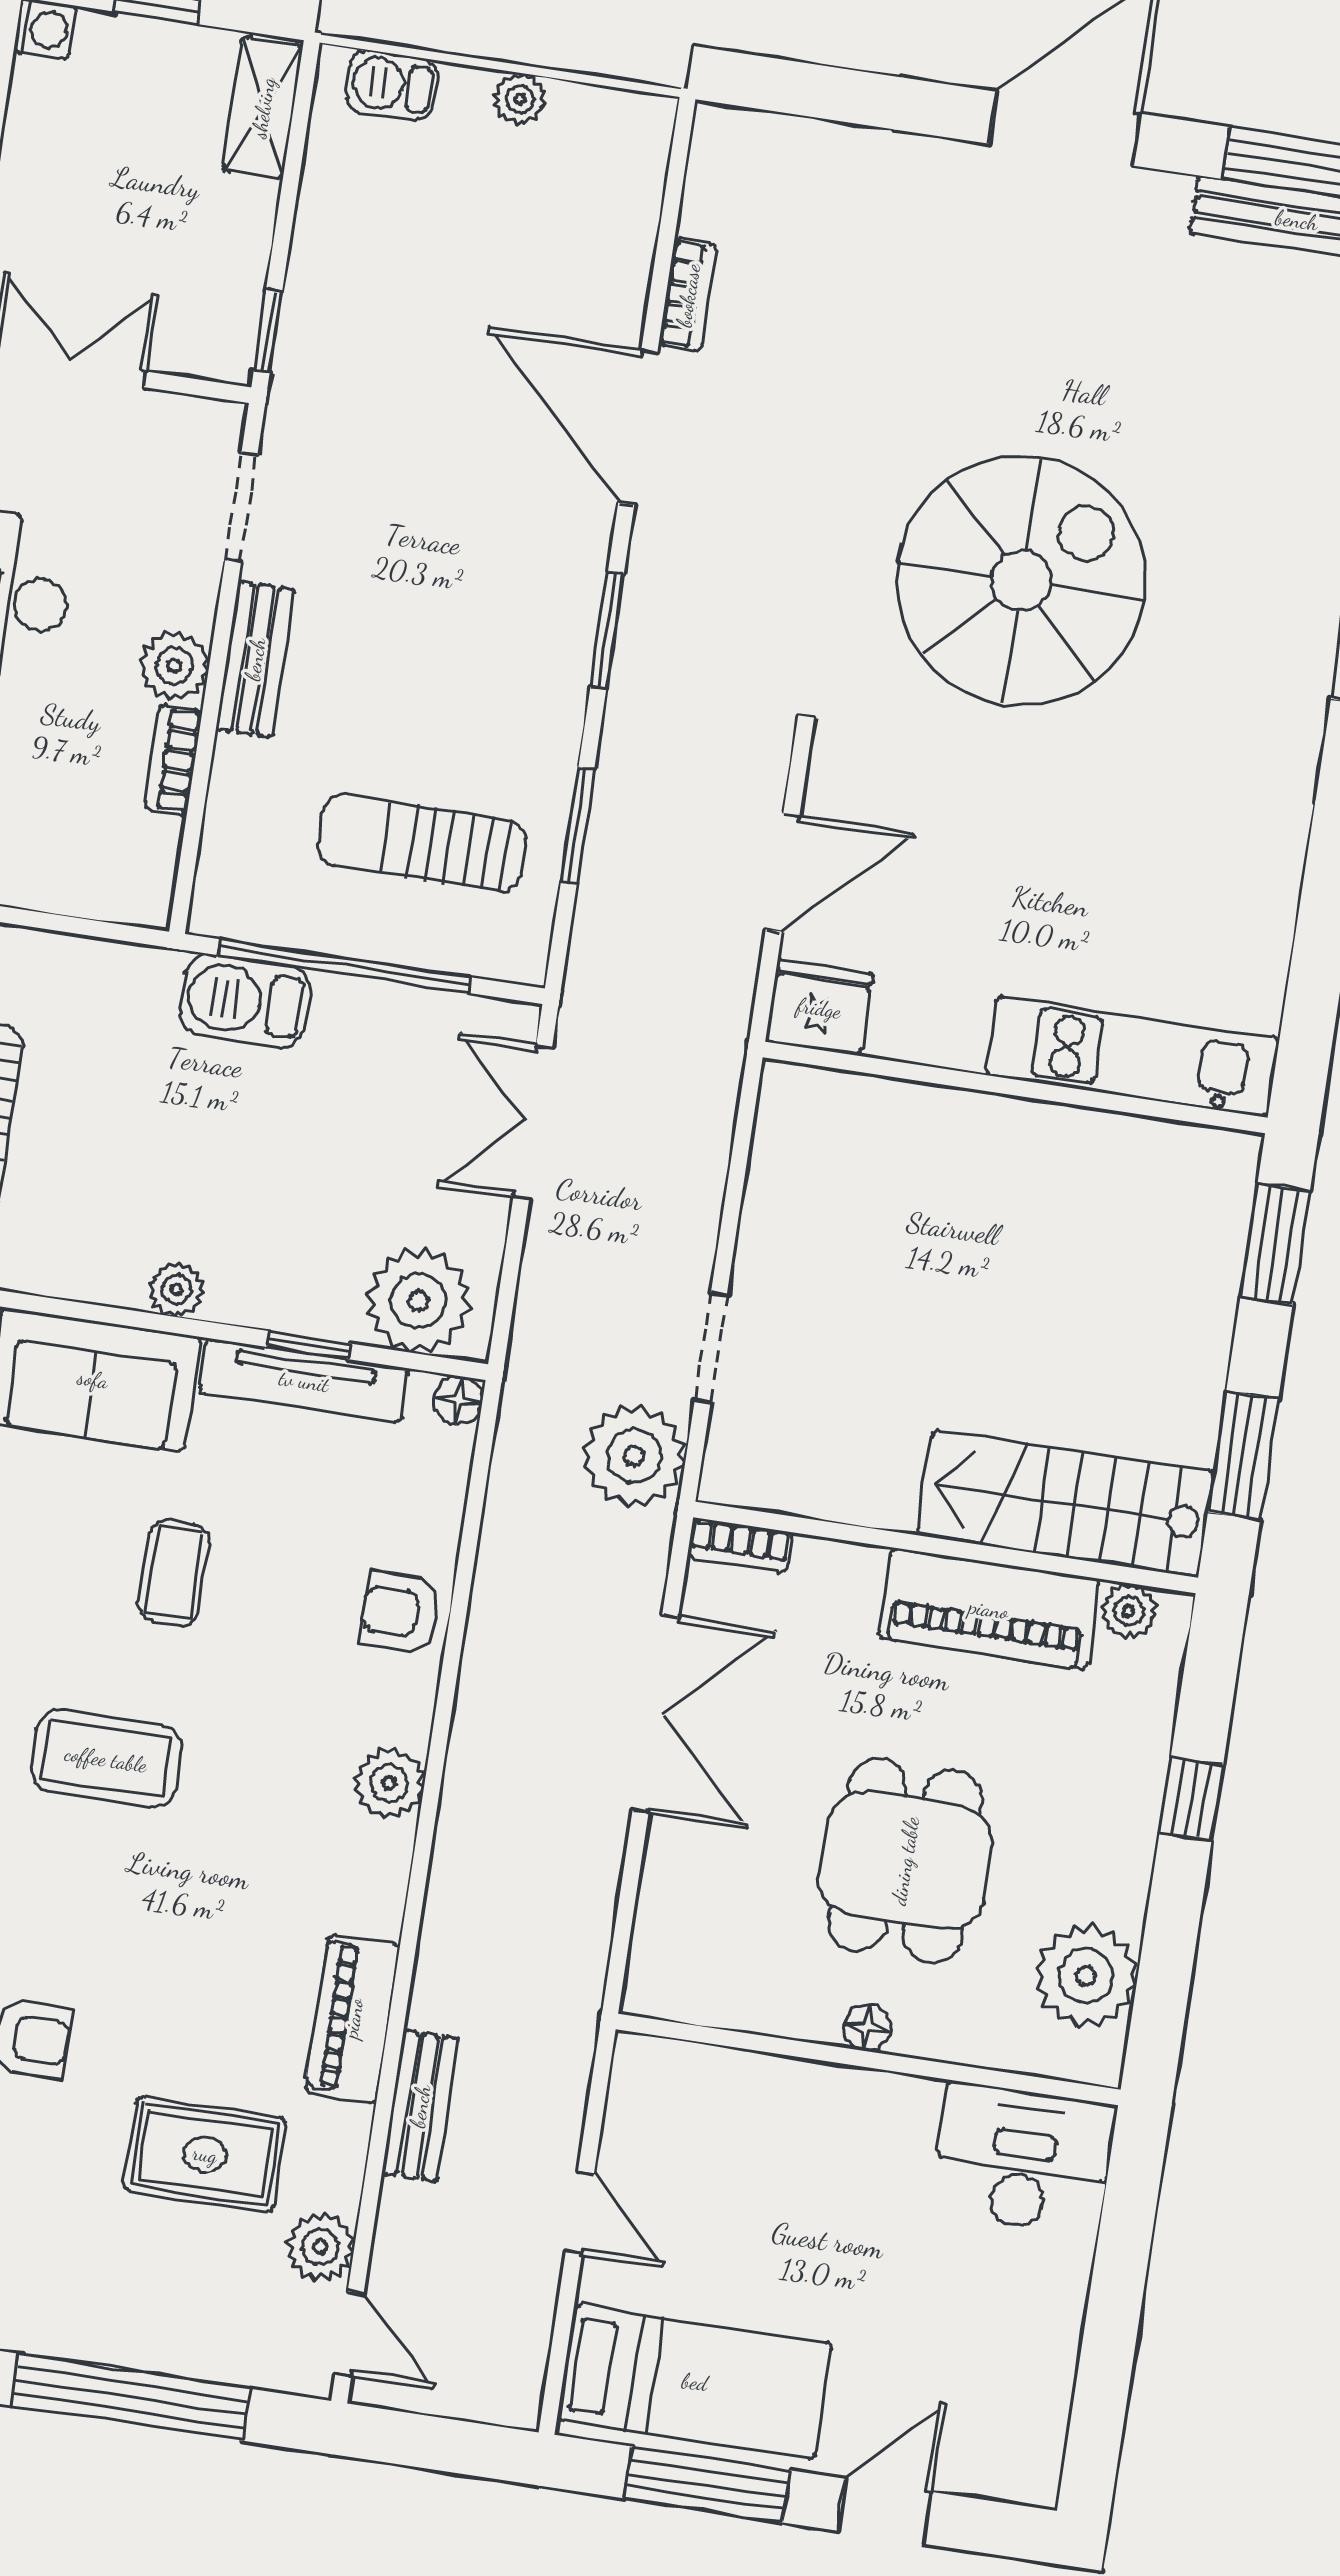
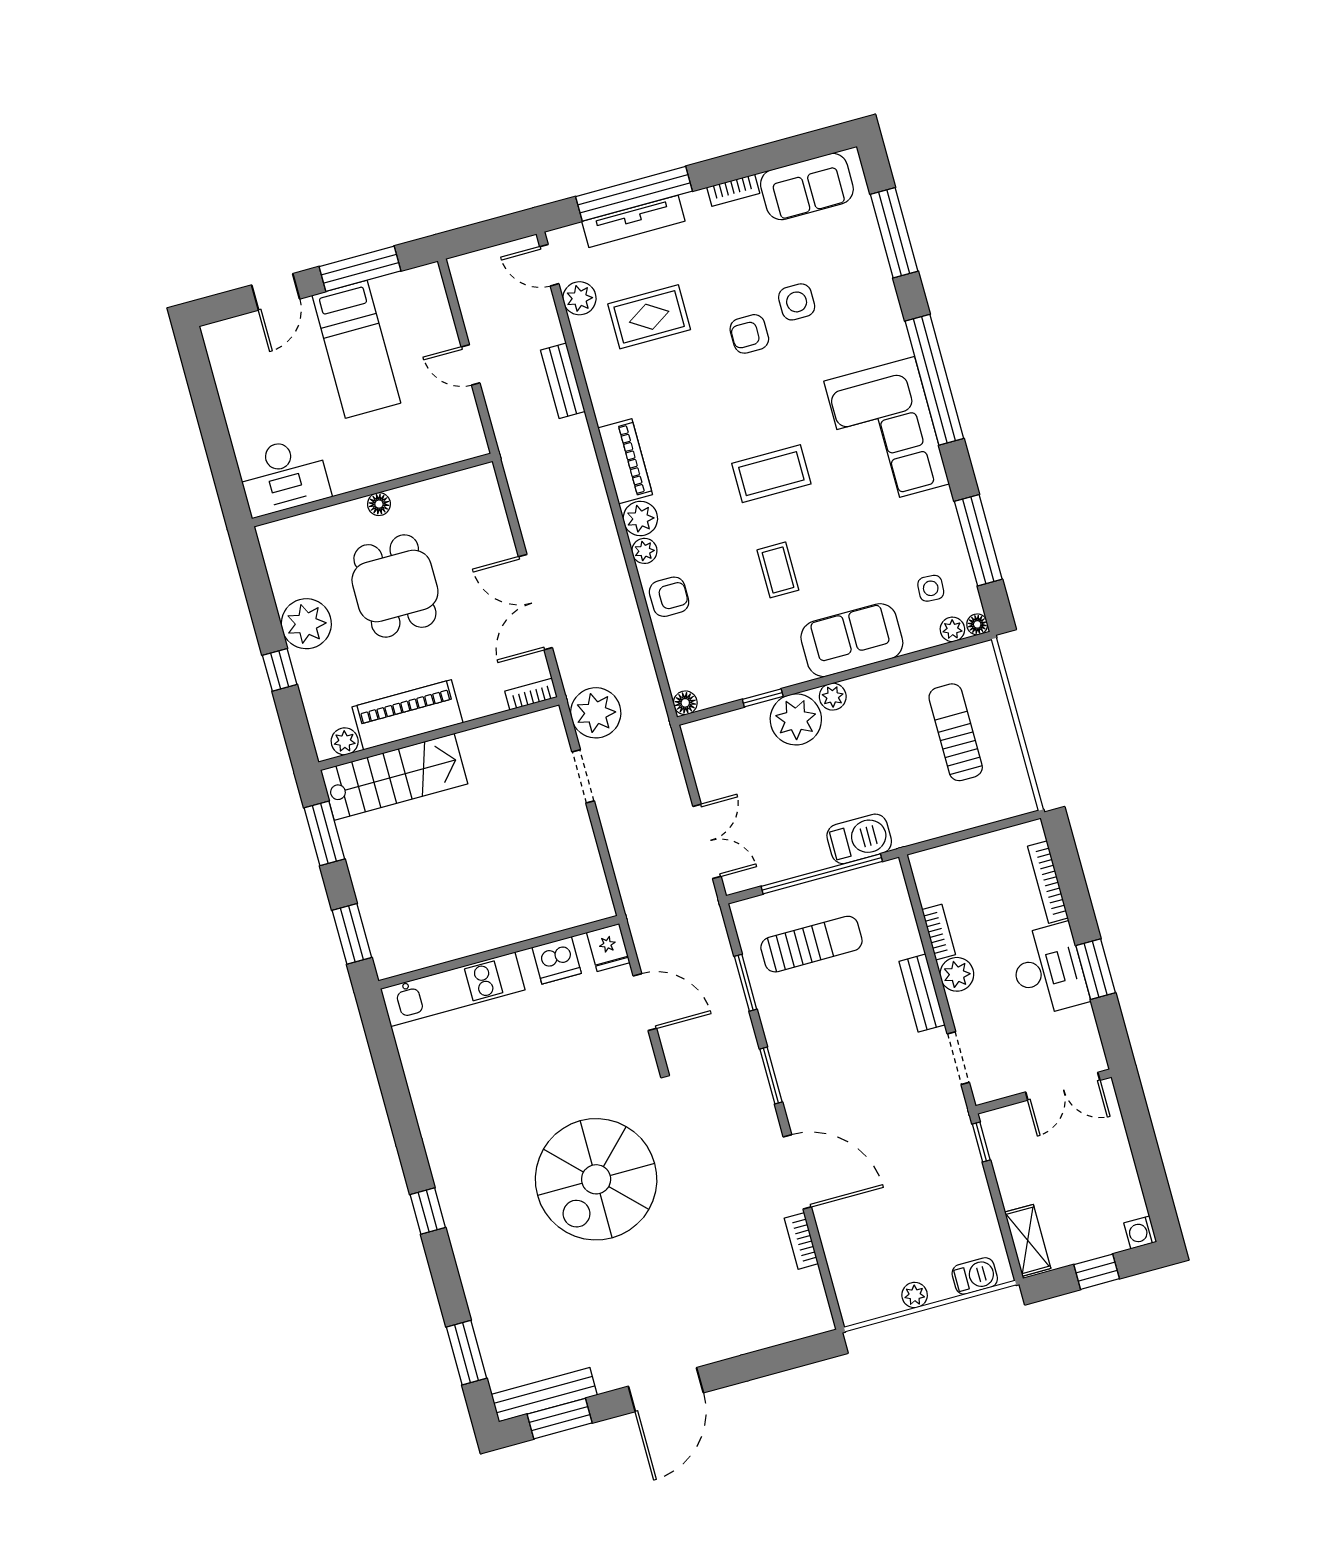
door: (783, 873) -> (645, 1002), swing flipped
fridge: (819, 1008) -> (608, 947), width x0.72
dishwasher: (913, 1024) -> (557, 960), added
plant: (419, 1301) -> (796, 719), moved
tv unit: (304, 1381) -> (633, 221), moved, turned 180
plant: (408, 1719) -> (644, 551), added
plant: (1086, 1976) -> (306, 624), moved
piano: (353, 2018) -> (625, 461), moved
bed: (695, 2382) -> (356, 349), moved, turned -90

